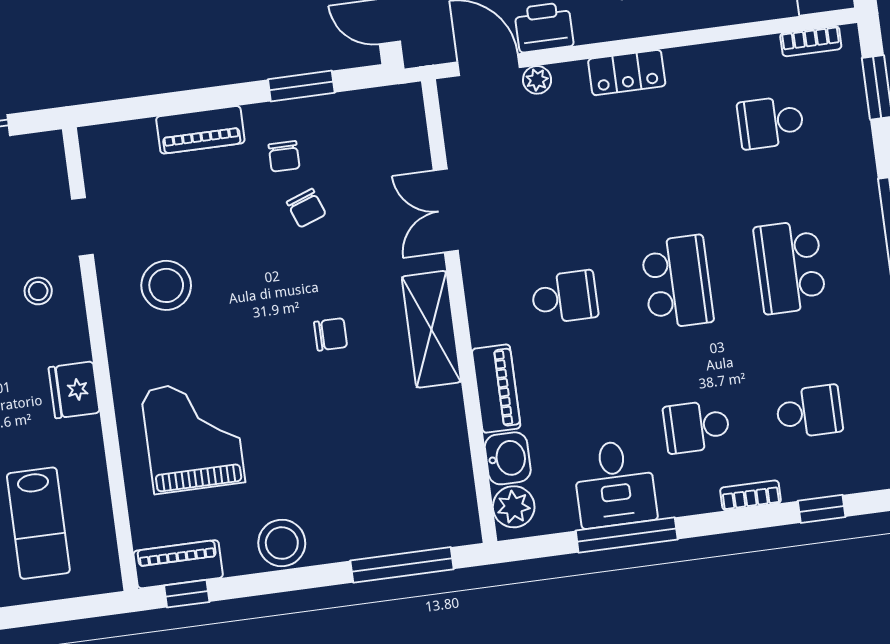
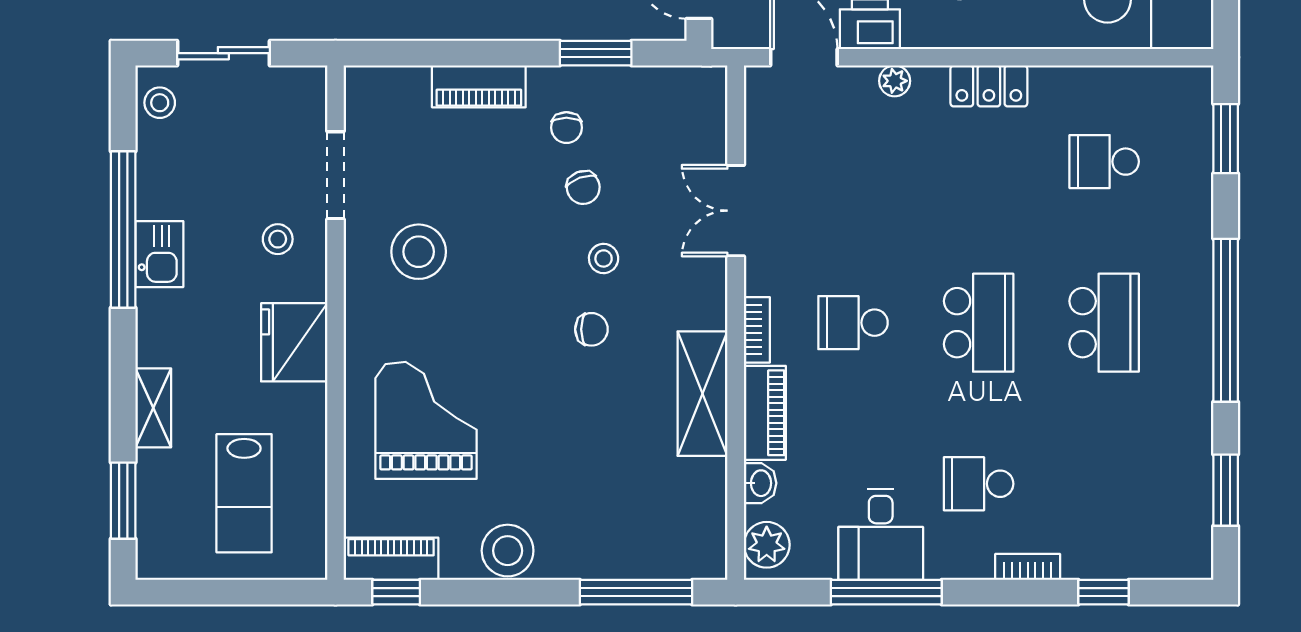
bookcase: (811, 41) -> (757, 330), moved, turned -90
locker: (627, 73) -> (989, 86), moved
plant: (537, 80) -> (895, 81), moved
doorway: (82, 227) -> (336, 175), width x1.38
school desk: (790, 267) -> (1104, 323), turned 180
stool: (333, 269) -> (604, 258), added
school desk: (565, 297) -> (853, 323), turned 180
shelving: (431, 329) -> (703, 394), moved
fridge: (74, 390) -> (294, 342), width x1.36, depth x1.34
school desk: (809, 412) -> (1104, 484), removed
washbasin: (508, 458) -> (760, 483), width x0.72, depth x0.69

